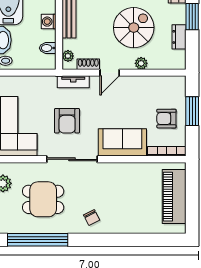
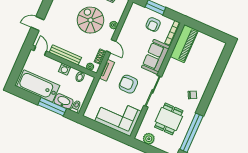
armchair: (67, 121) -> (128, 84), turned 180
piano: (174, 197) -> (184, 44), moved, turned -90

